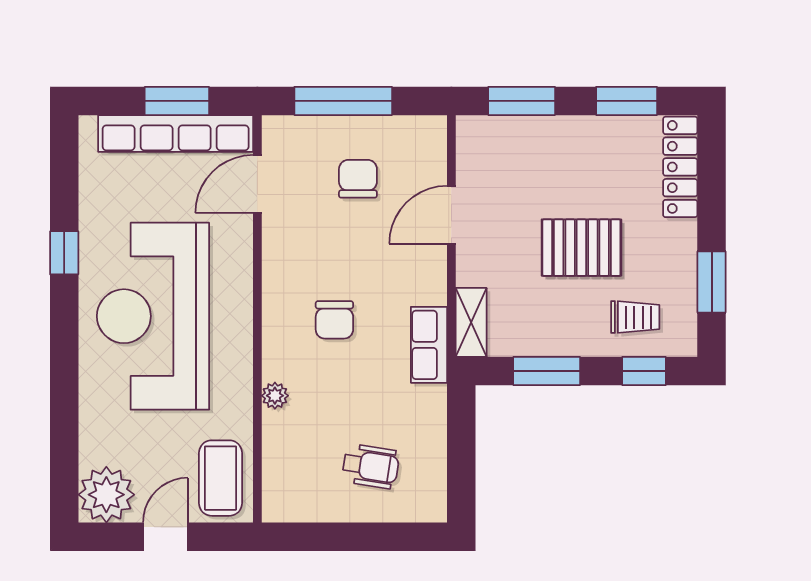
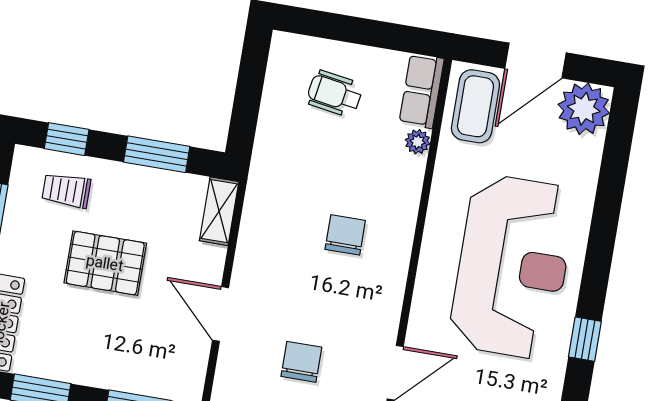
chair: (358, 179) -> (301, 362), turned 180
door: (451, 215) -> (221, 314), swing flipped
row of seats: (429, 345) -> (422, 91), moved, turned 180
plant: (275, 396) -> (418, 142), moved
door: (166, 537) -> (536, 61), width x1.37

